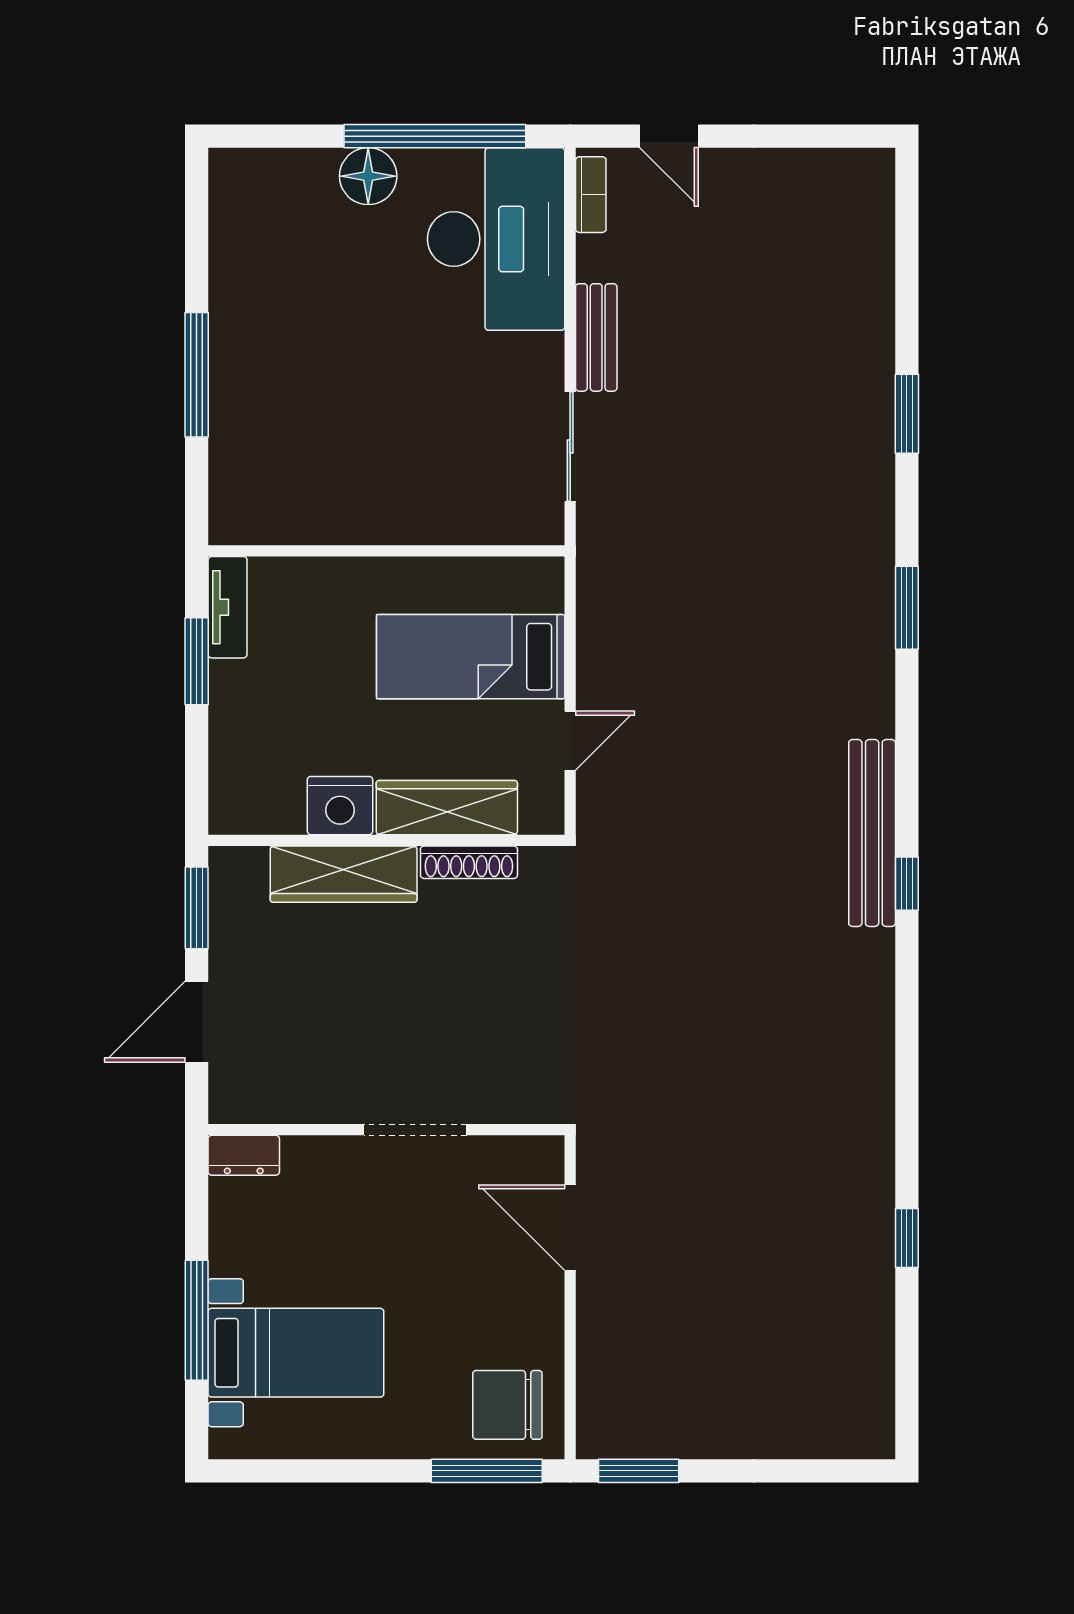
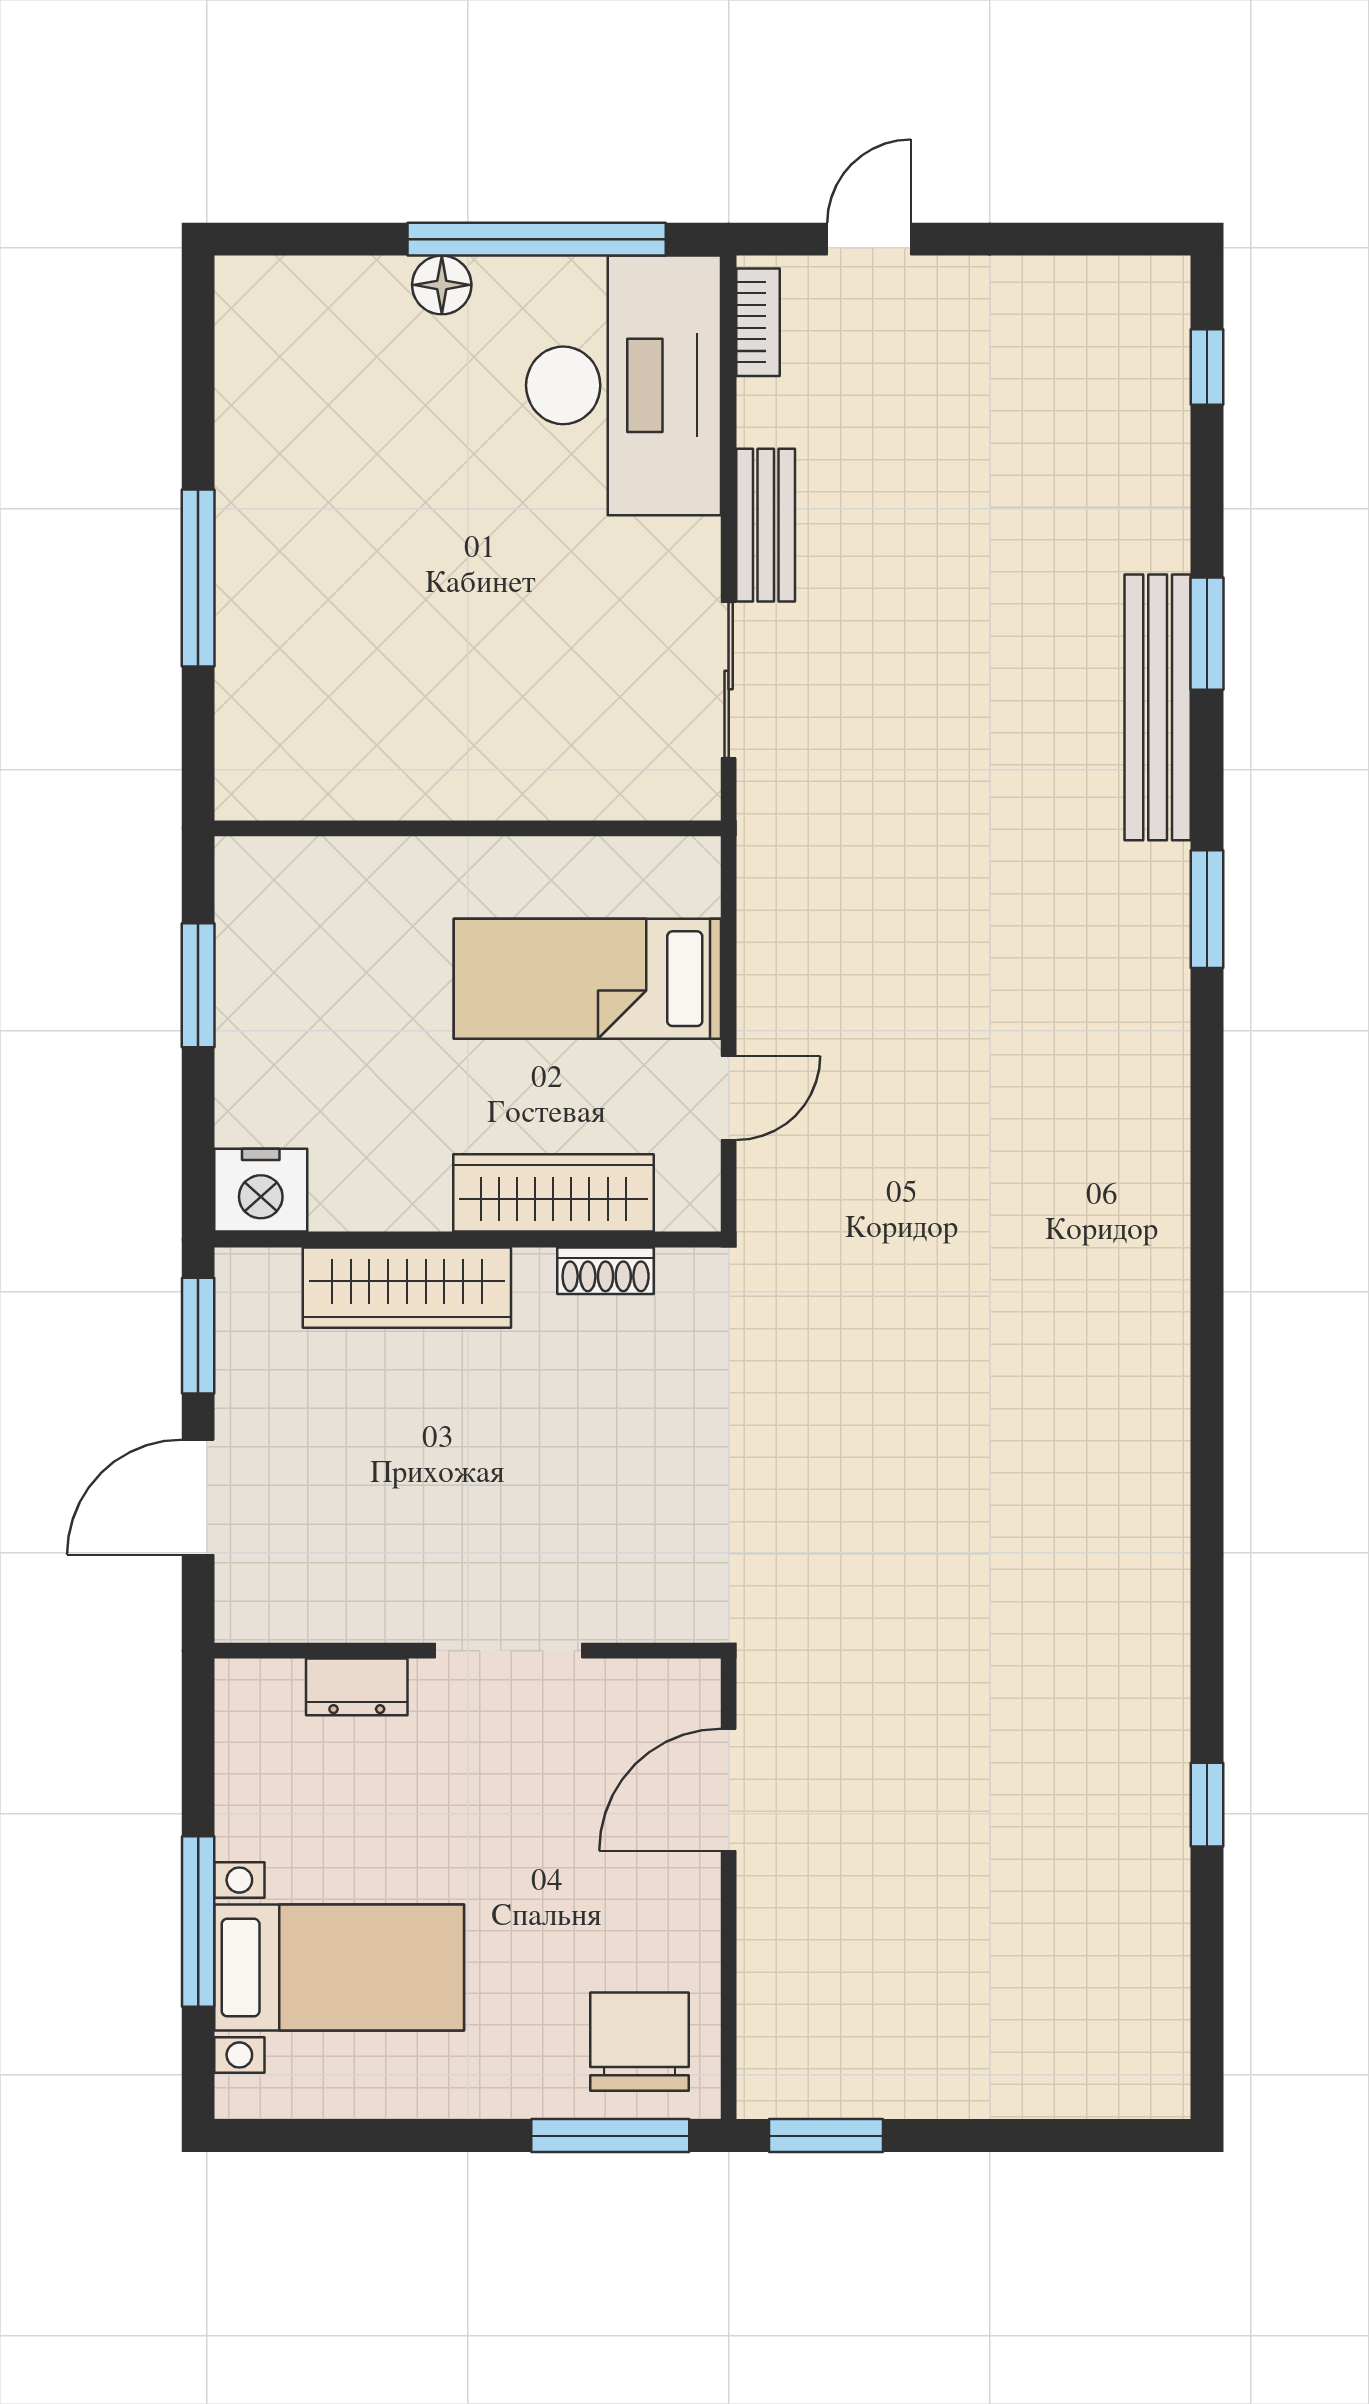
door: (669, 136) -> (869, 239), swing flipped
floor lamp: (368, 176) -> (442, 285), width x0.73, depth x0.73
tv unit: (228, 607) -> (242, 908), removed
nightstand: (340, 806) -> (261, 1190), moved
bench: (872, 833) -> (1158, 707), moved
shoe rack: (469, 862) -> (606, 1271), width x0.70
window: (907, 884) -> (1207, 367), moved
dresser: (244, 1155) -> (357, 1687), moved
door: (570, 1228) -> (729, 1790), hinge flipped
chair: (507, 1405) -> (640, 2042), turned 90

